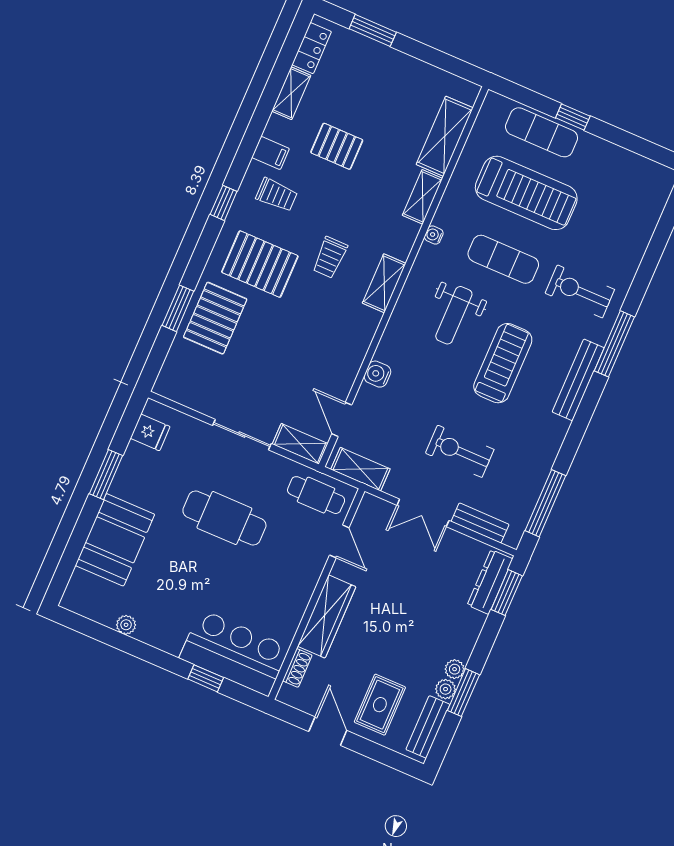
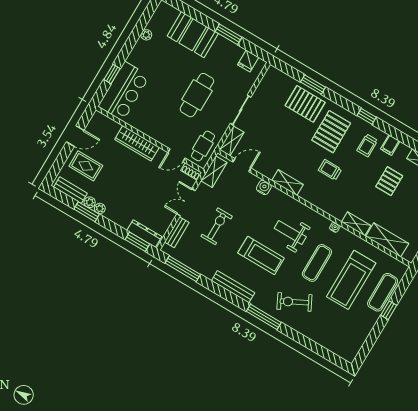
shelving: (384, 283) -> (288, 182), moved
exercise bike: (580, 291) -> (294, 302), turned -117
bench: (578, 380) -> (233, 287), moved
shoe rack: (297, 668) -> (191, 171), moved

